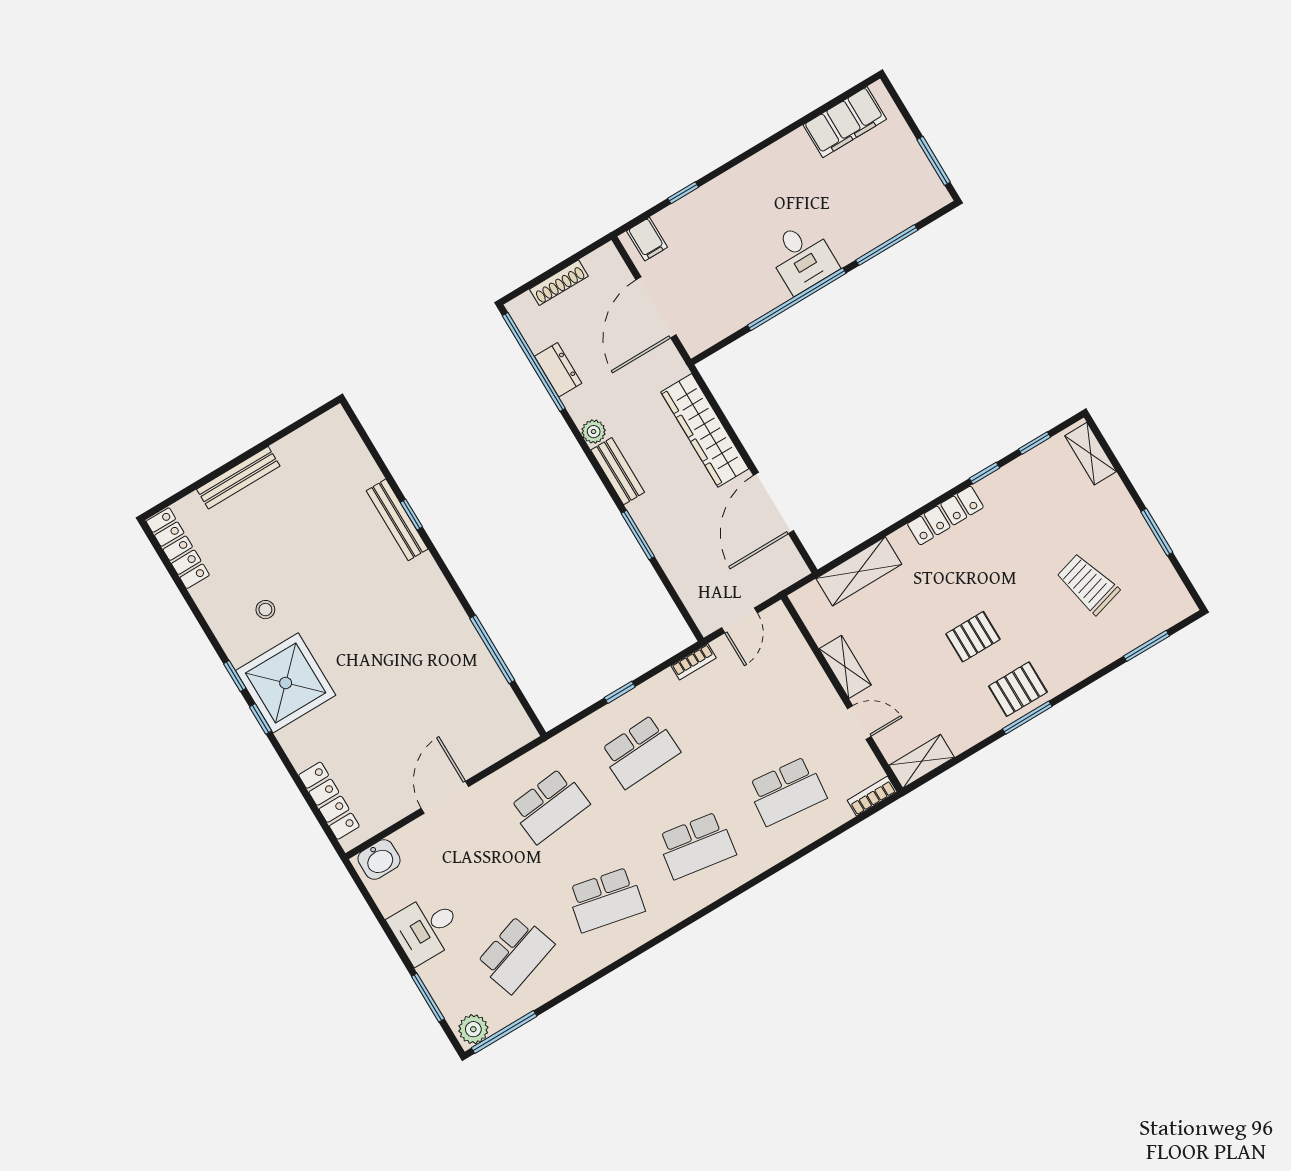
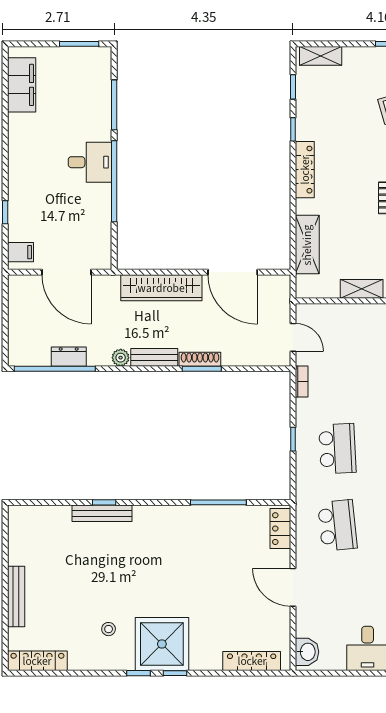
shoe rack: (559, 283) -> (200, 359), moved, turned -90
locker: (505, 741) -> (280, 529), added

